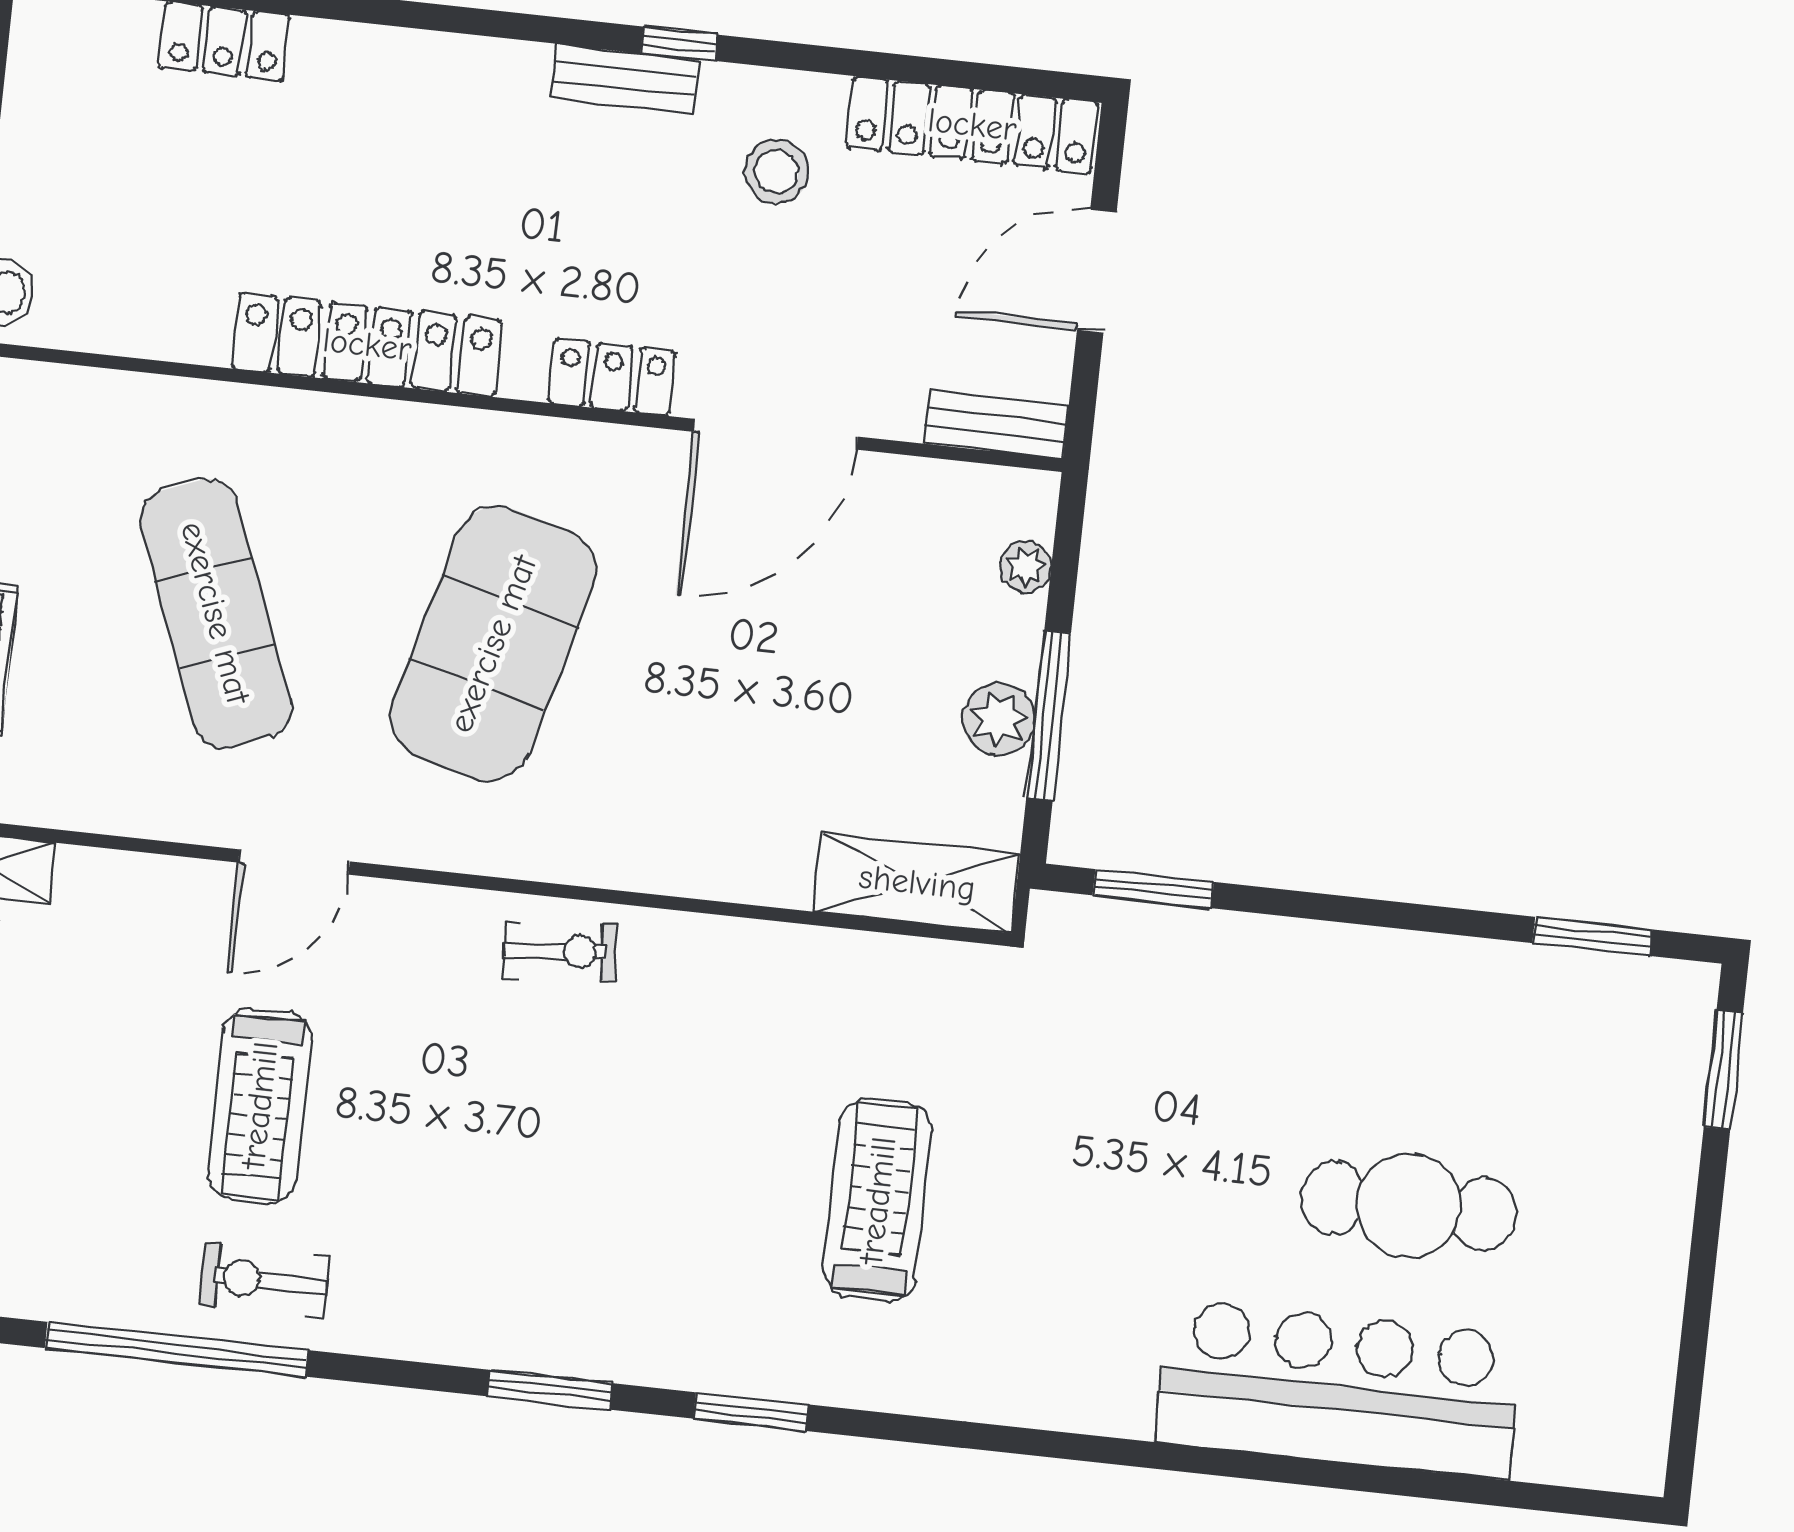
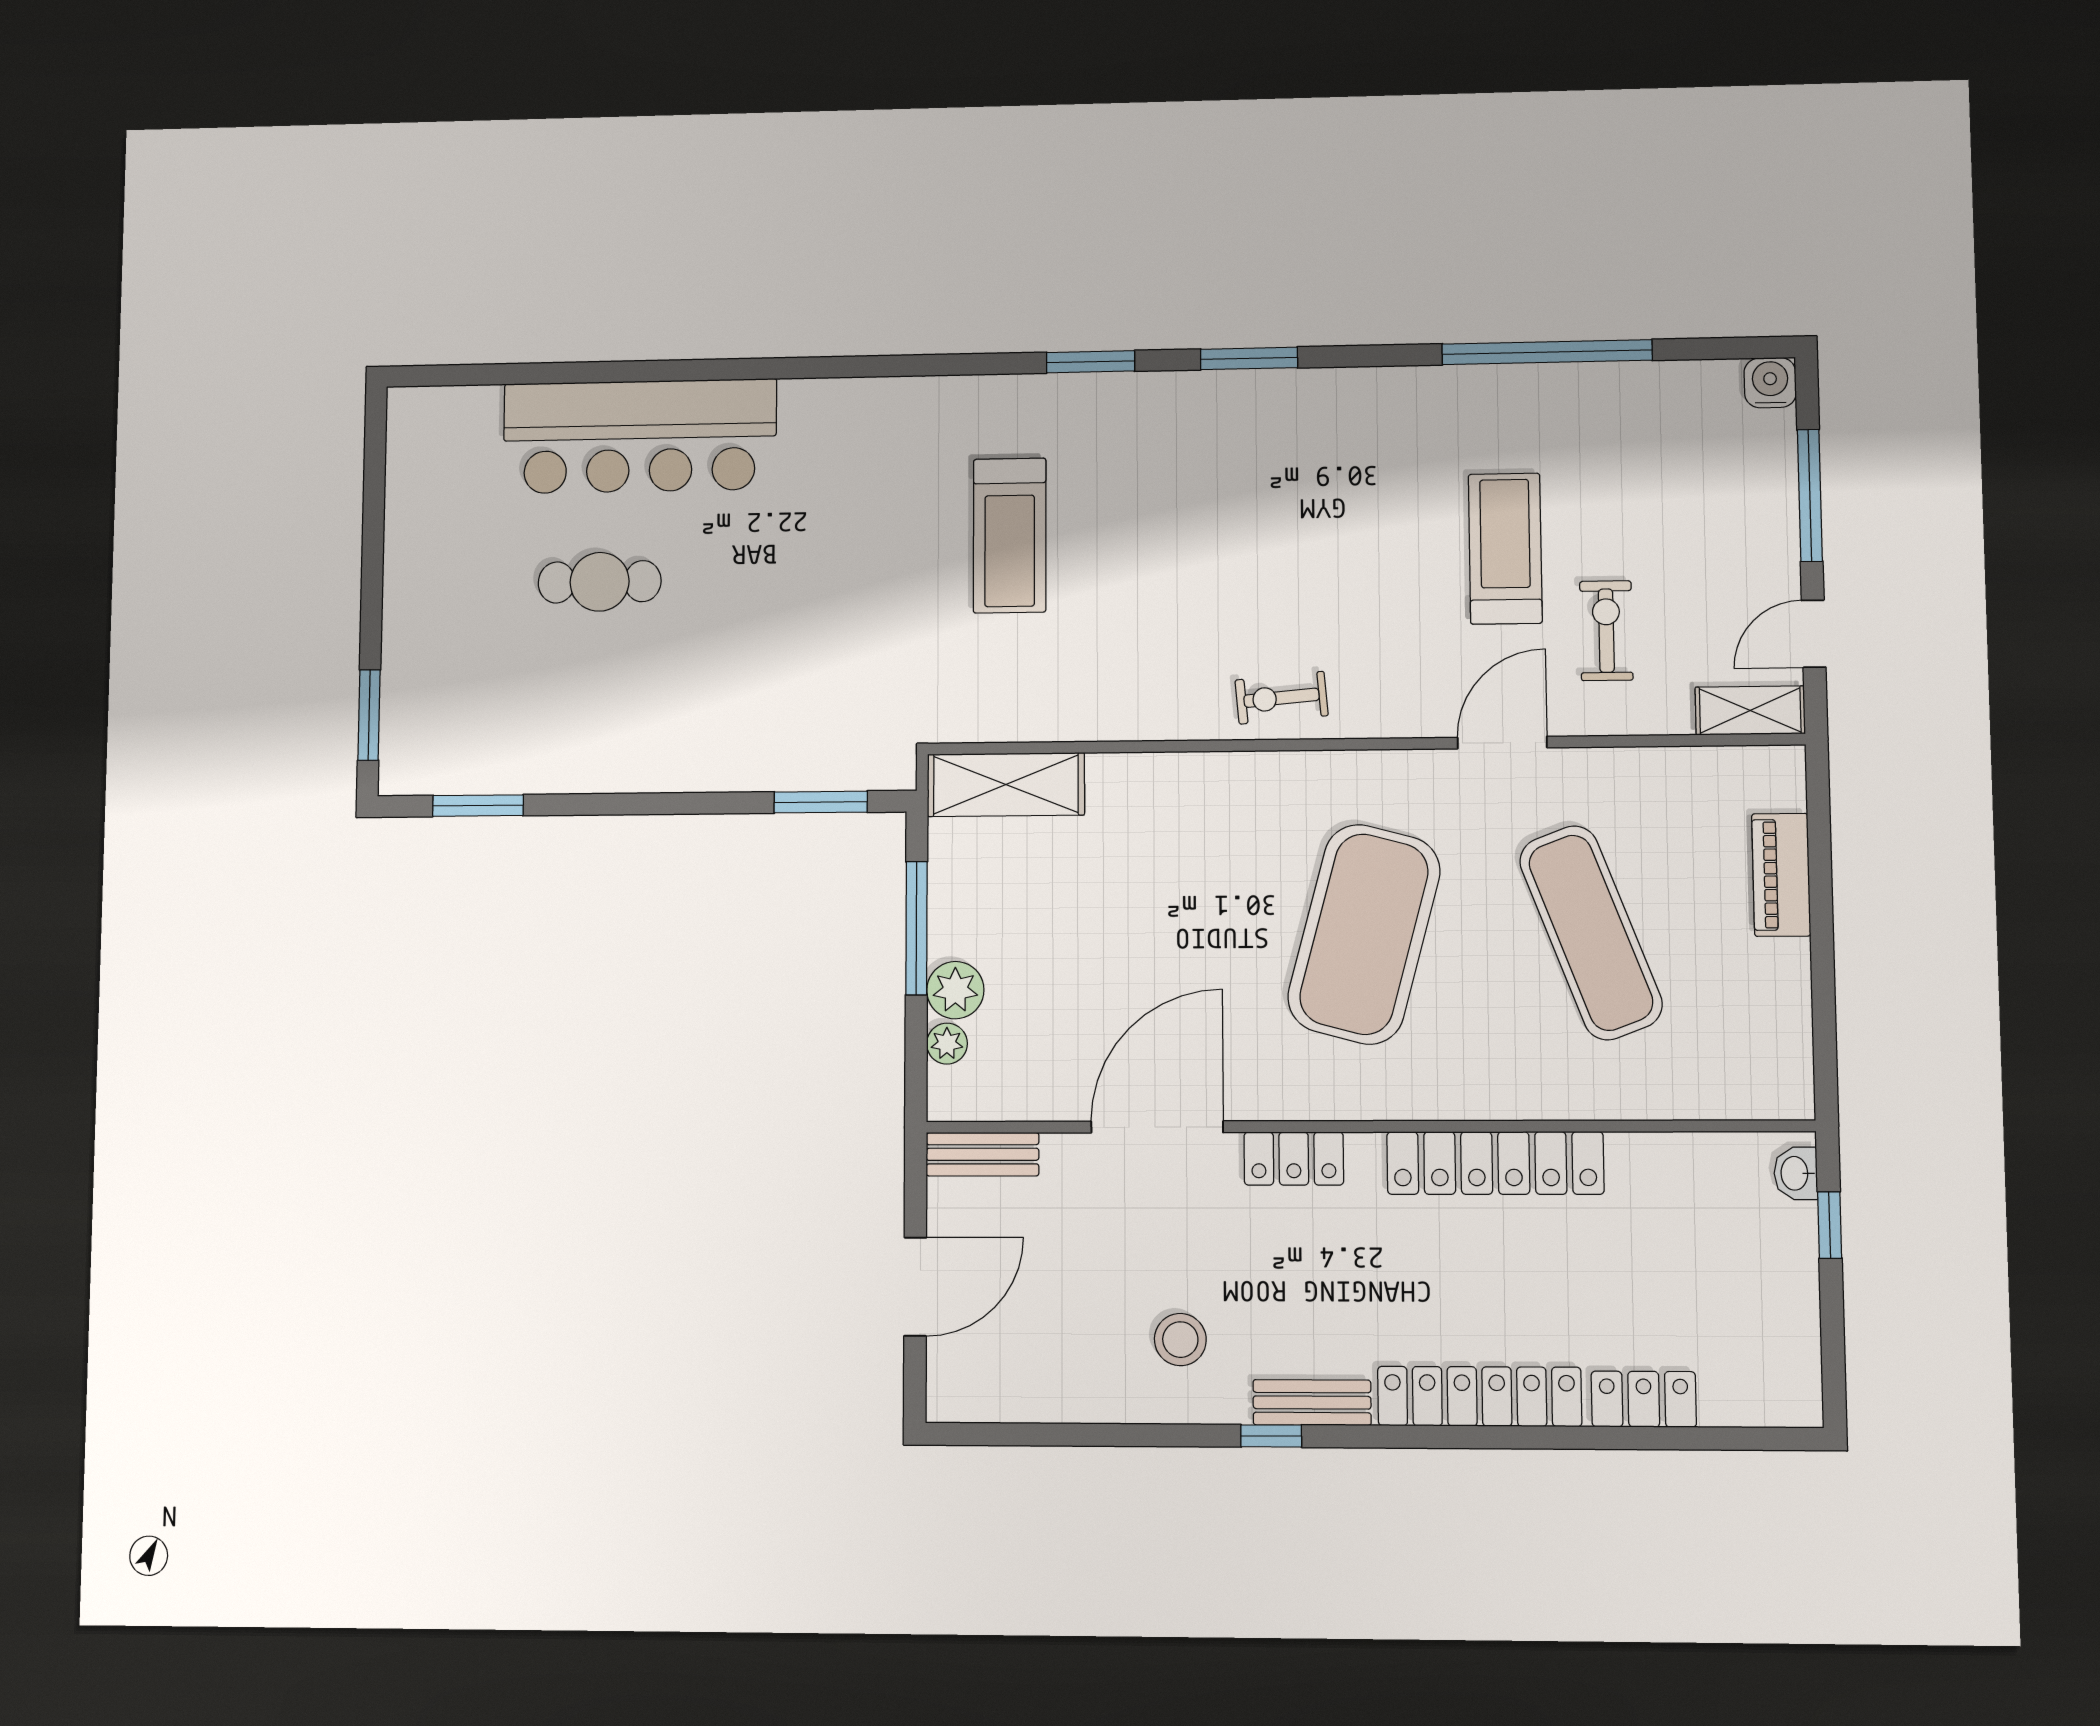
locker: (972, 125) -> (1479, 1396), moved
plant: (999, 719) -> (955, 990), moved
cafe table: (1409, 1206) -> (600, 582), width x0.73, depth x0.74
exercise bike: (265, 1280) -> (1606, 631), moved, turned -90

